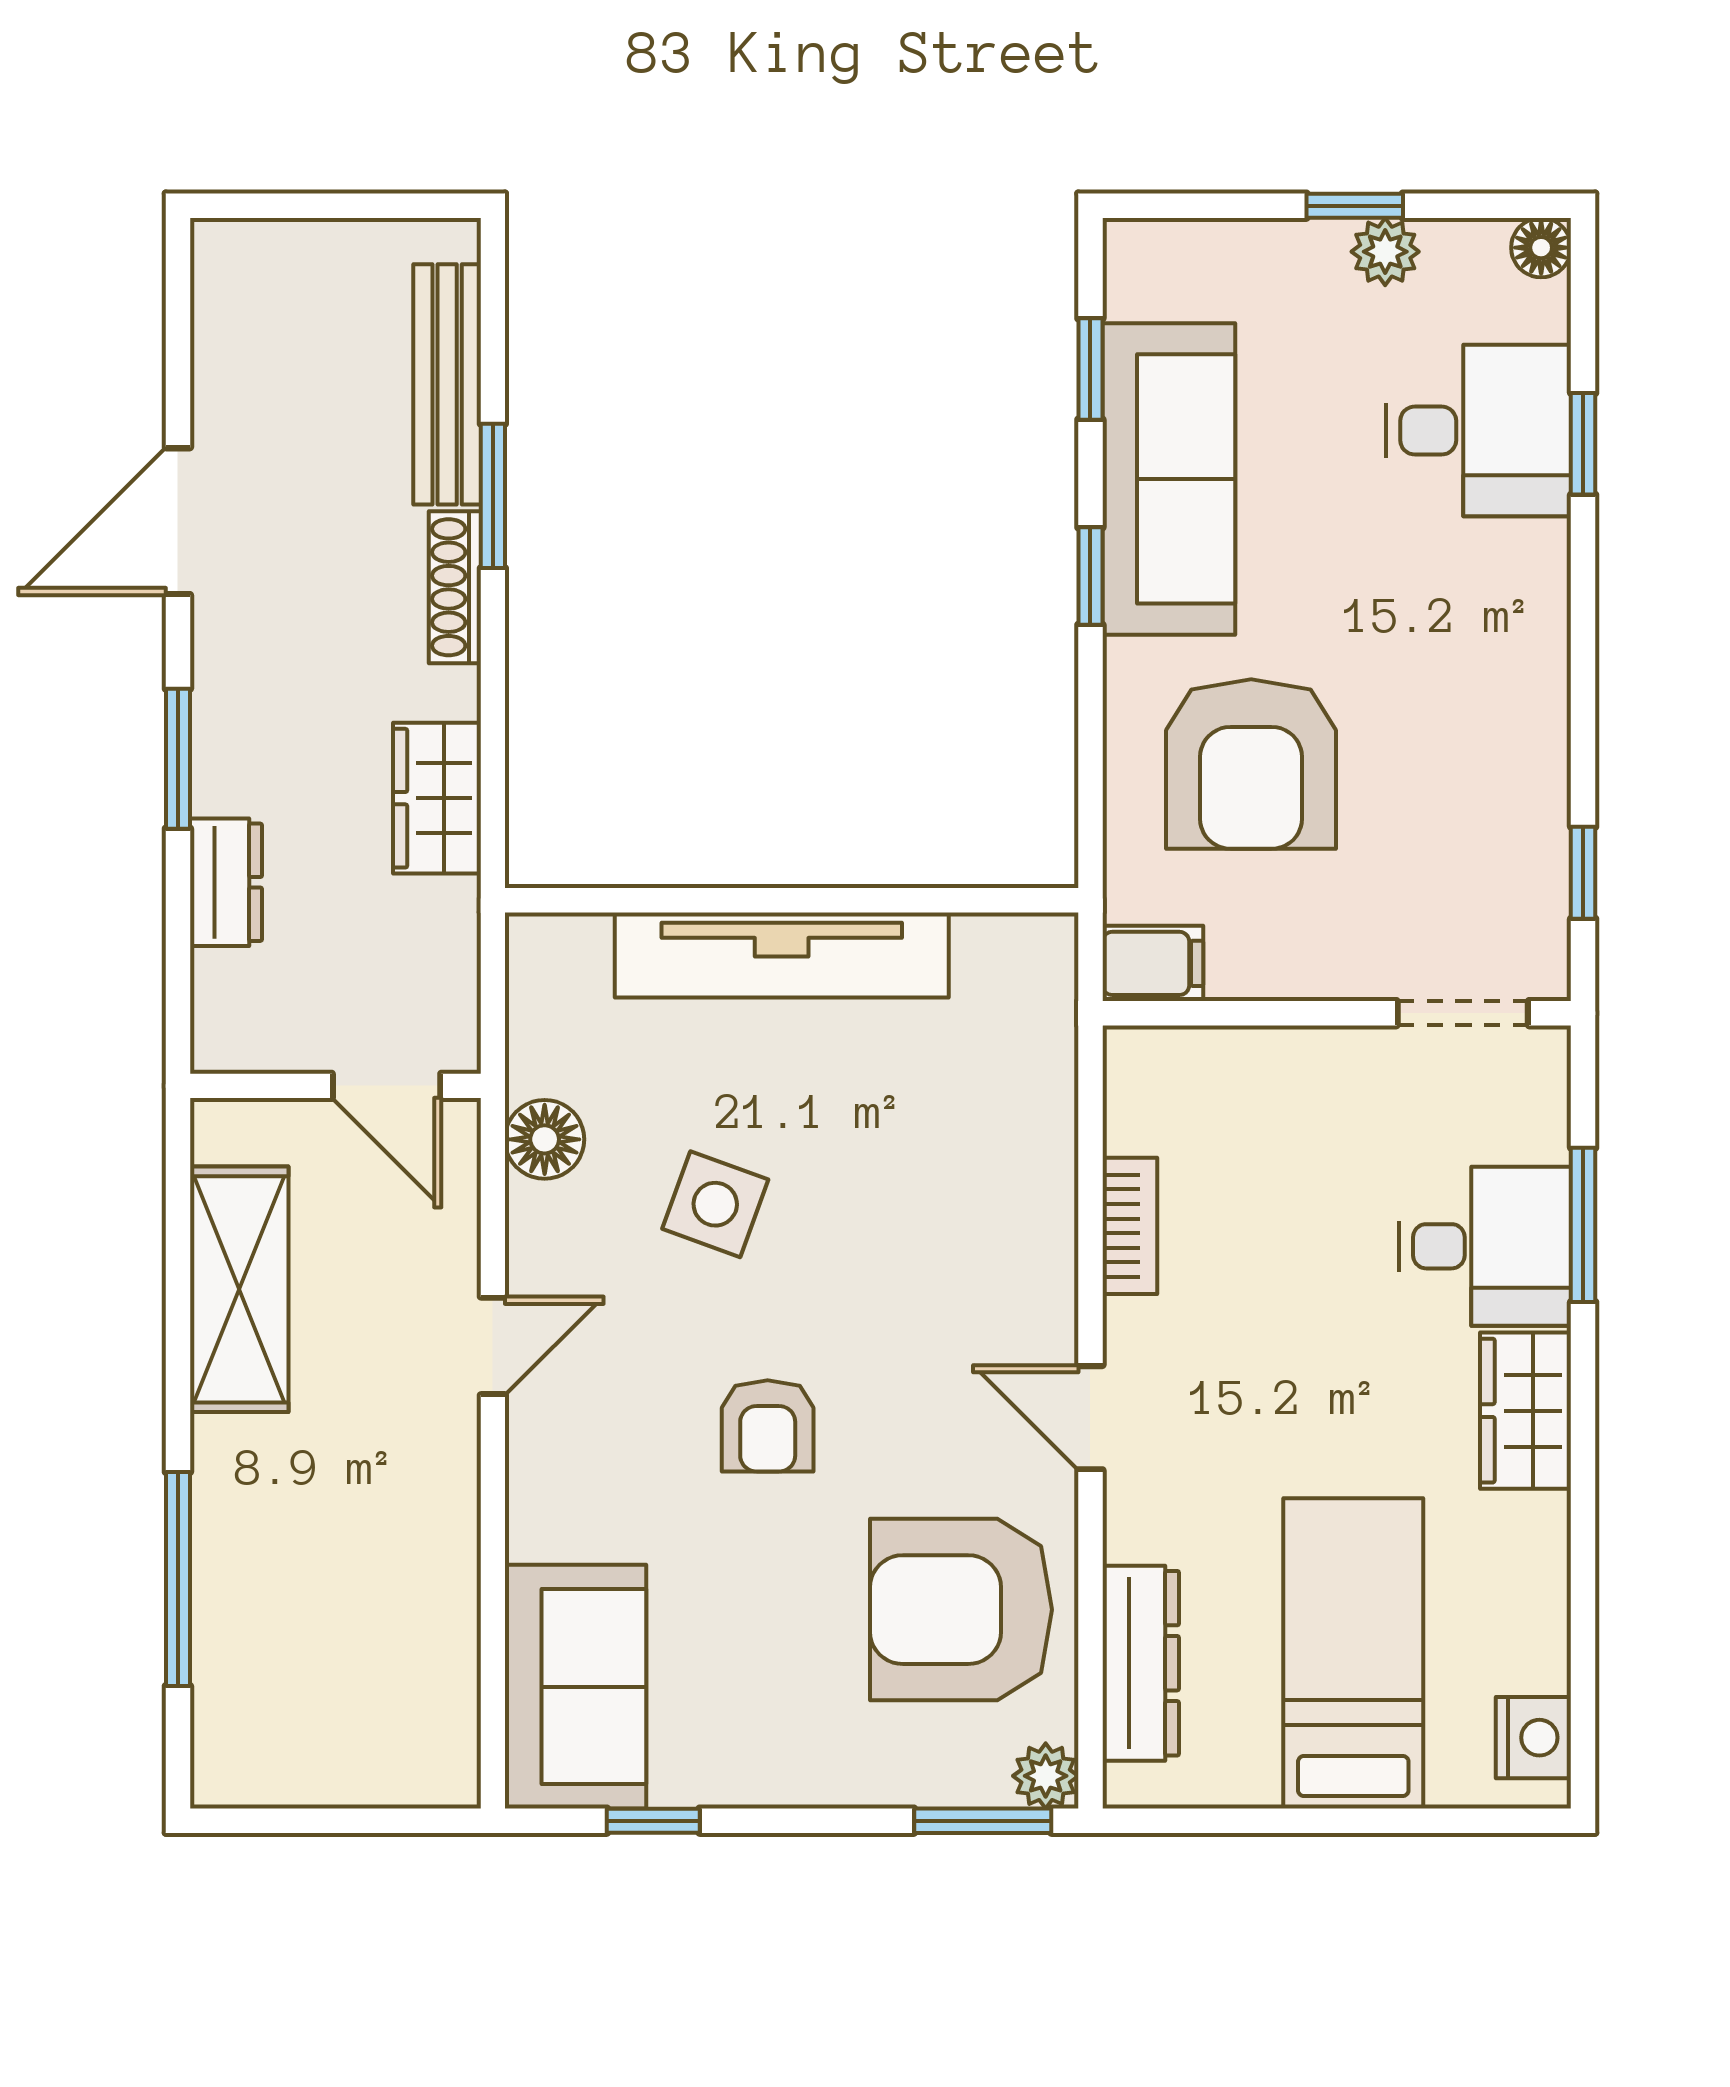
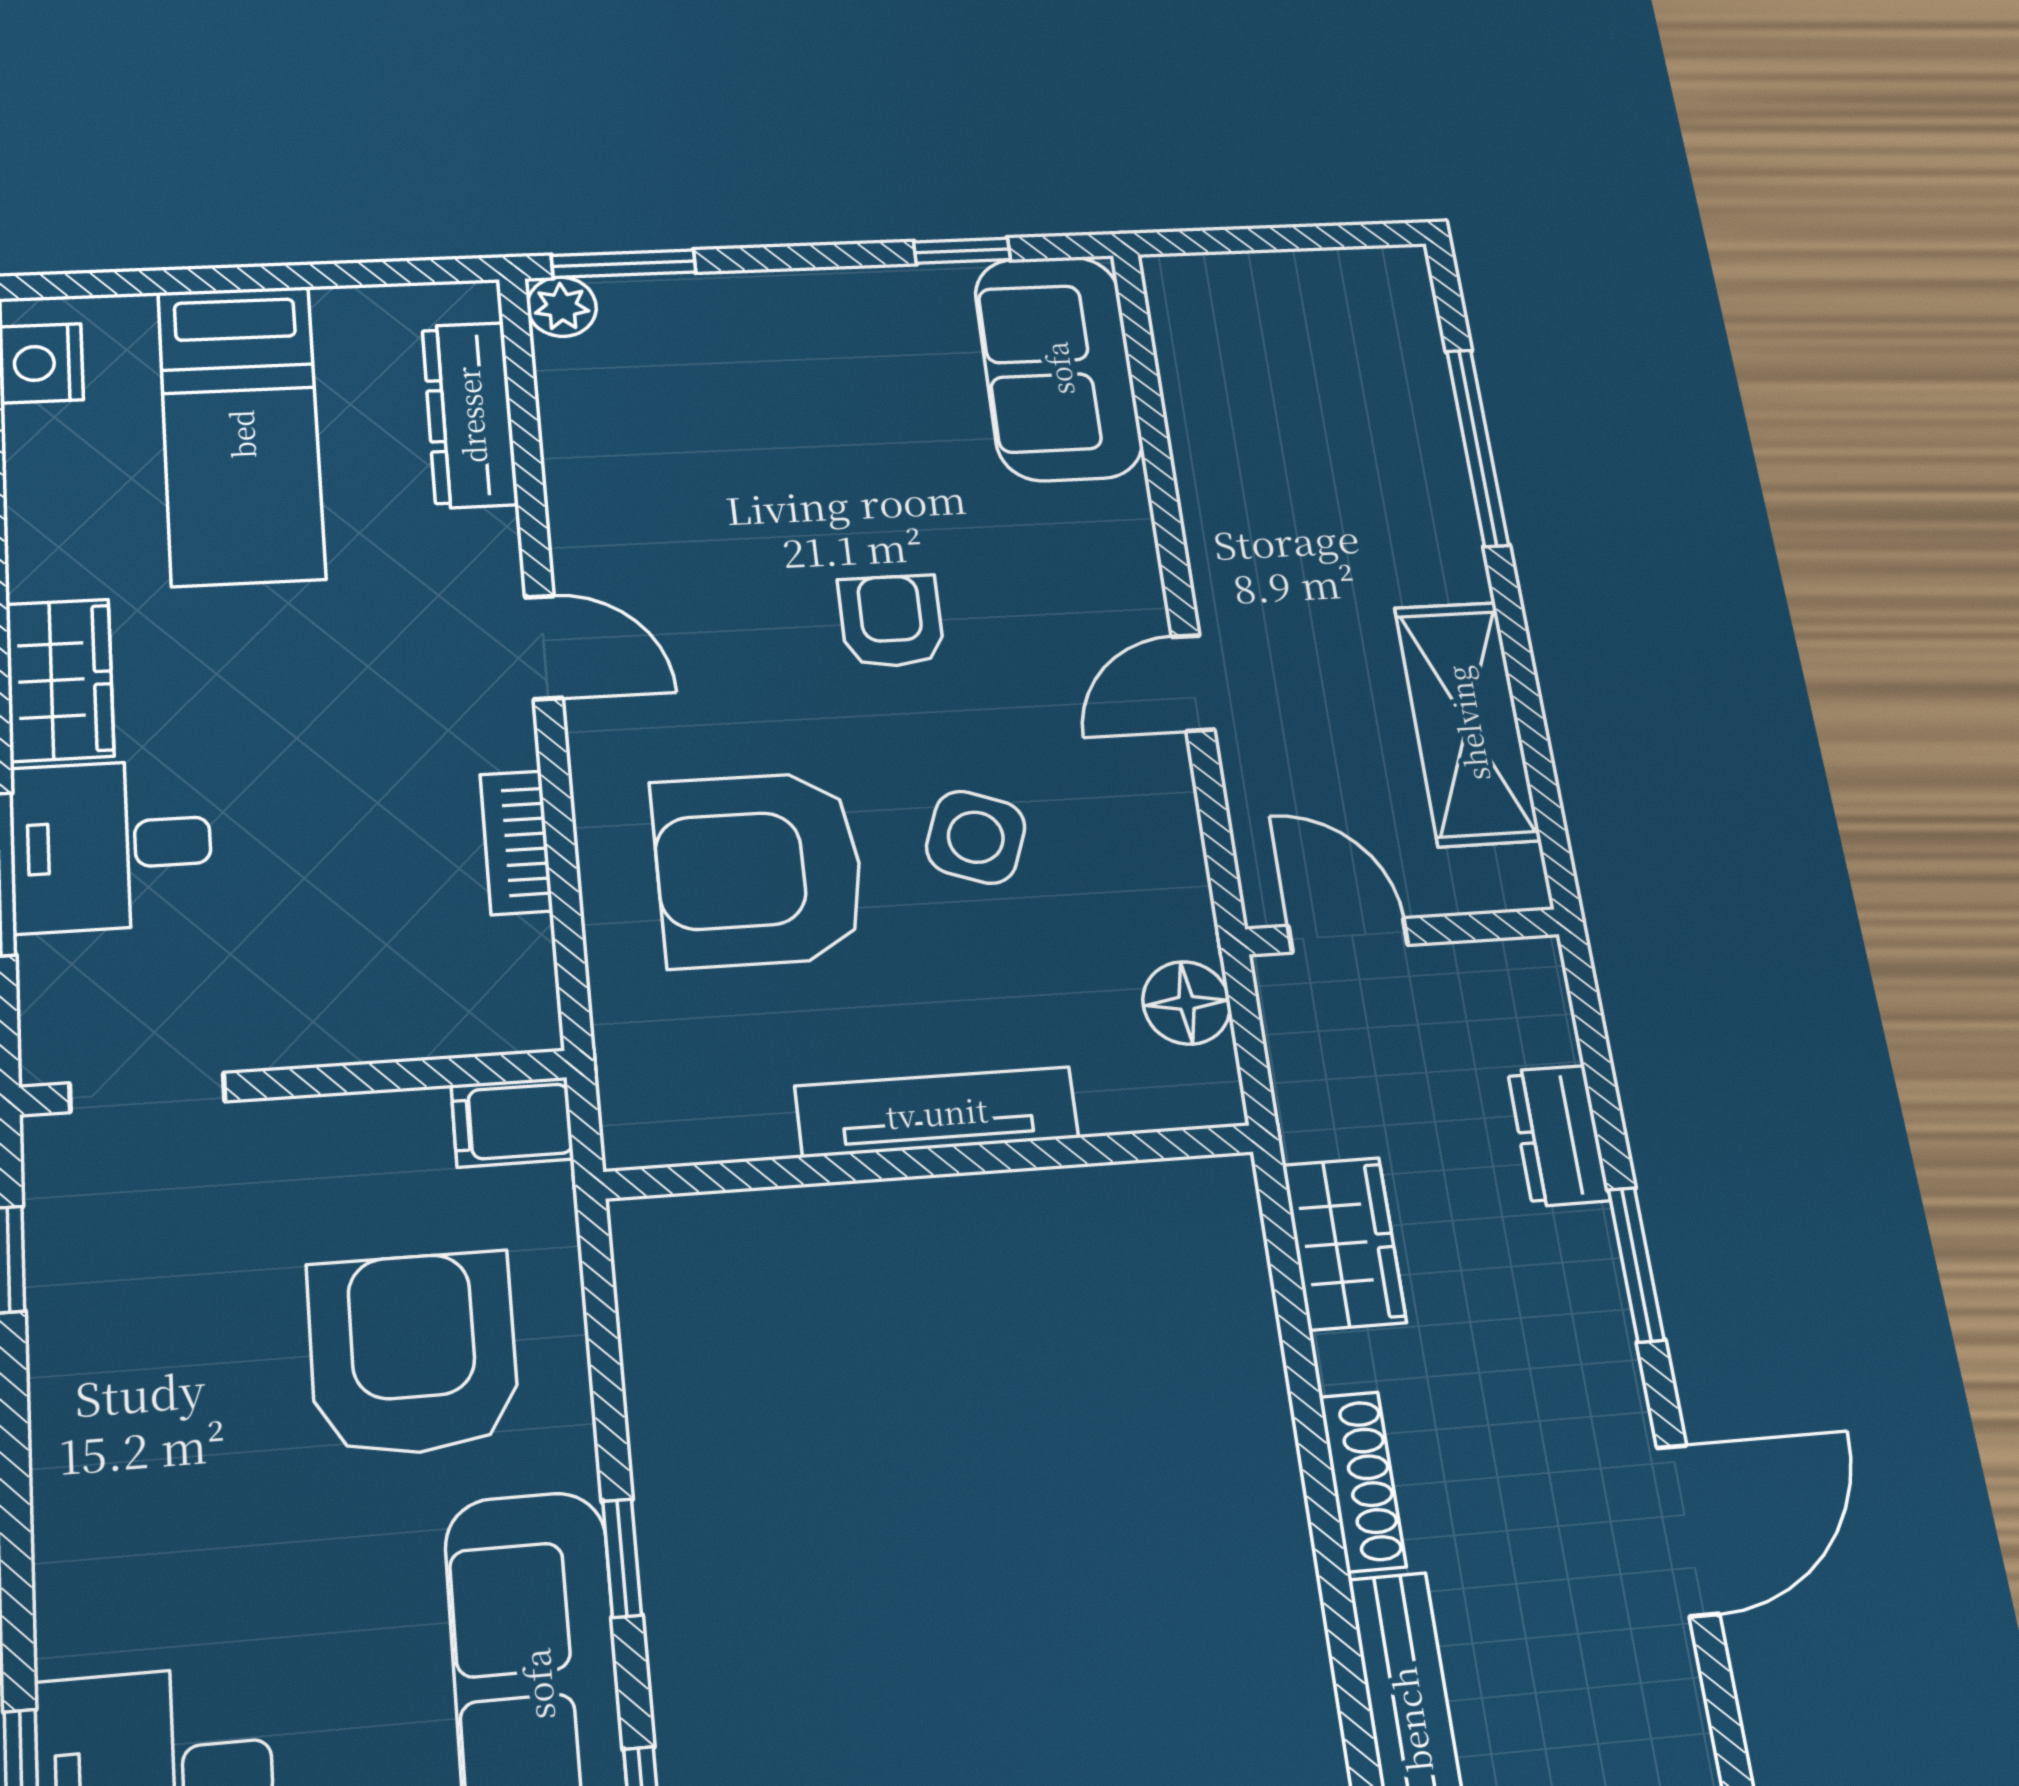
window: (493, 496) -> (1336, 1591), removed
tv unit: (782, 955) -> (937, 1112), width x0.73, depth x0.78
floor lamp: (545, 1139) -> (1187, 1003), moved
armchair: (961, 1610) -> (759, 869), moved, turned 180

